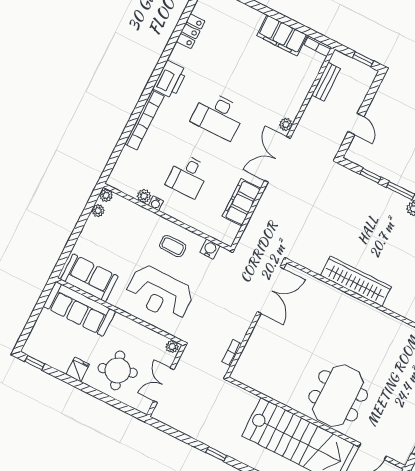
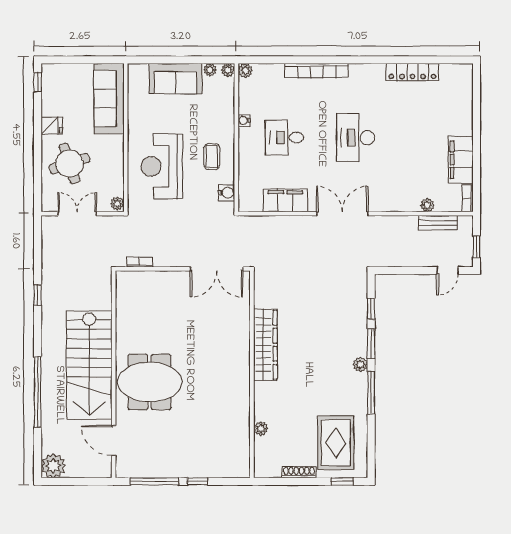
locker: (191, 31) -> (412, 72), width x1.53
printer: (170, 79) -> (367, 76), removed
door: (356, 124) -> (447, 271), moved
plant: (286, 125) -> (427, 205), moved
plant: (144, 196) -> (245, 71), moved
sofa: (89, 278) -> (176, 79), moved, turned 90

